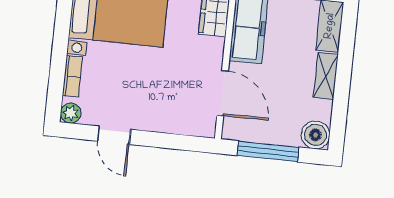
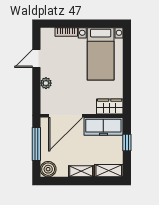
door: (223, 93) -> (66, 116), width x1.36
plant: (71, 113) -> (46, 83), moved

